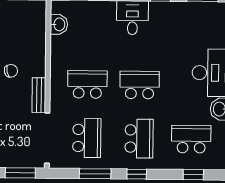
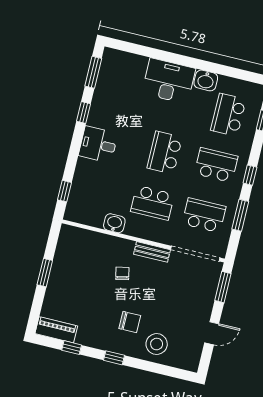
washbasin: (59, 24) -> (114, 223), moved
school desk: (87, 84) -> (152, 203), turned -90

